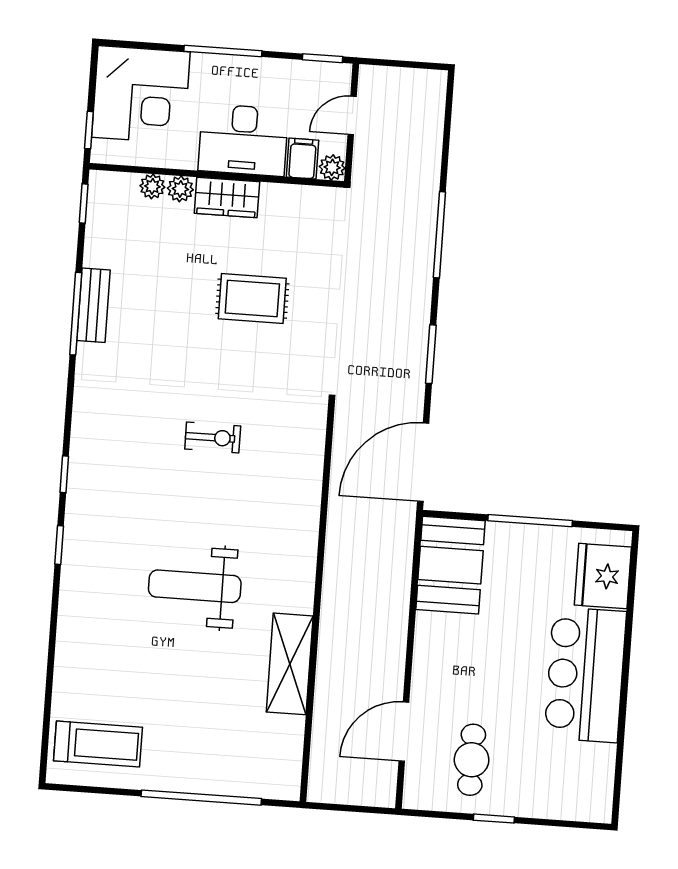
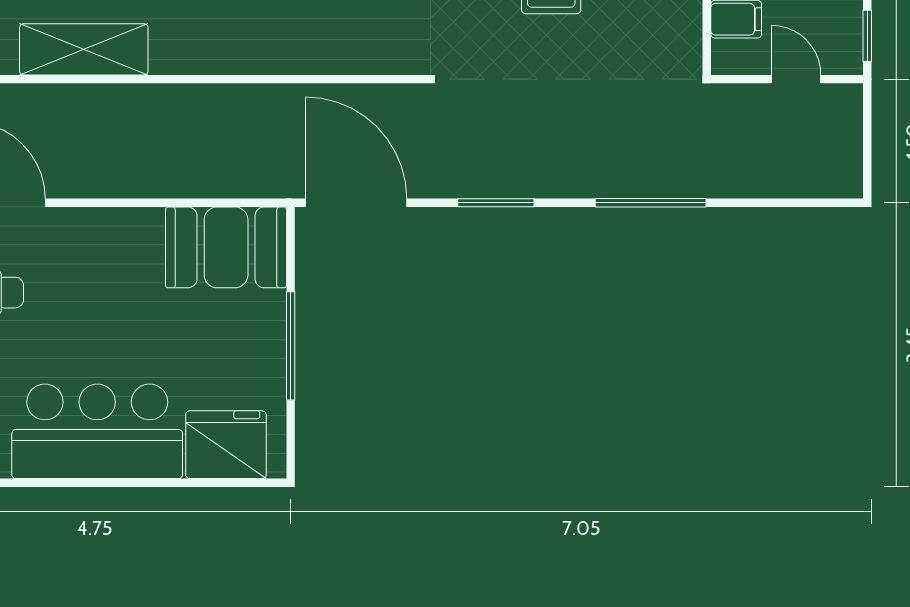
plant: (332, 167) -> (727, 58), removed

